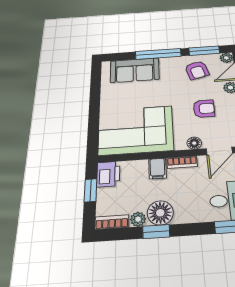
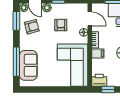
window: (158, 54) -> (16, 62), moved

